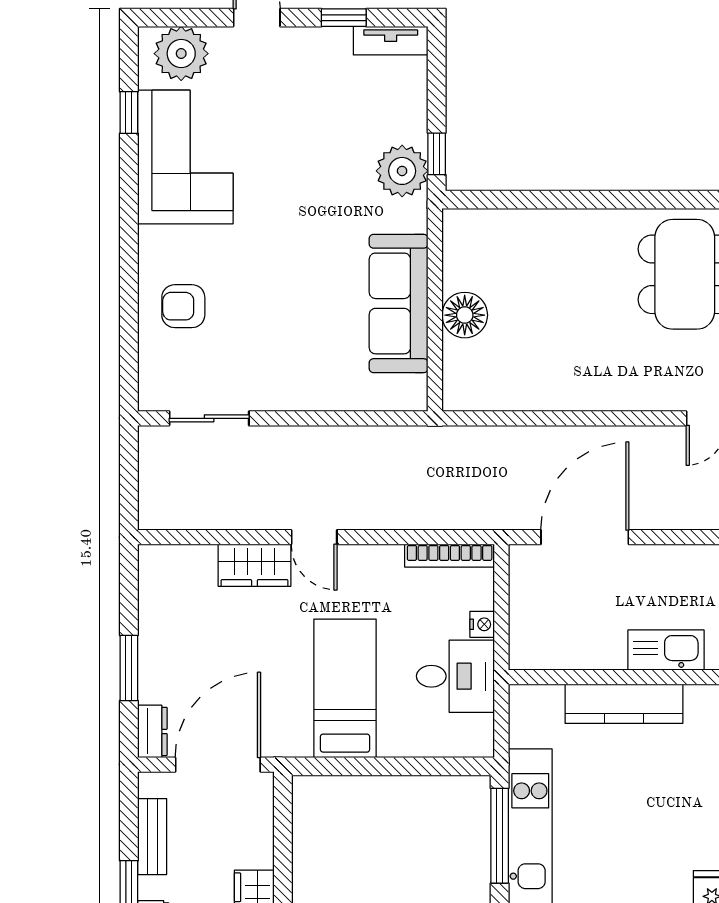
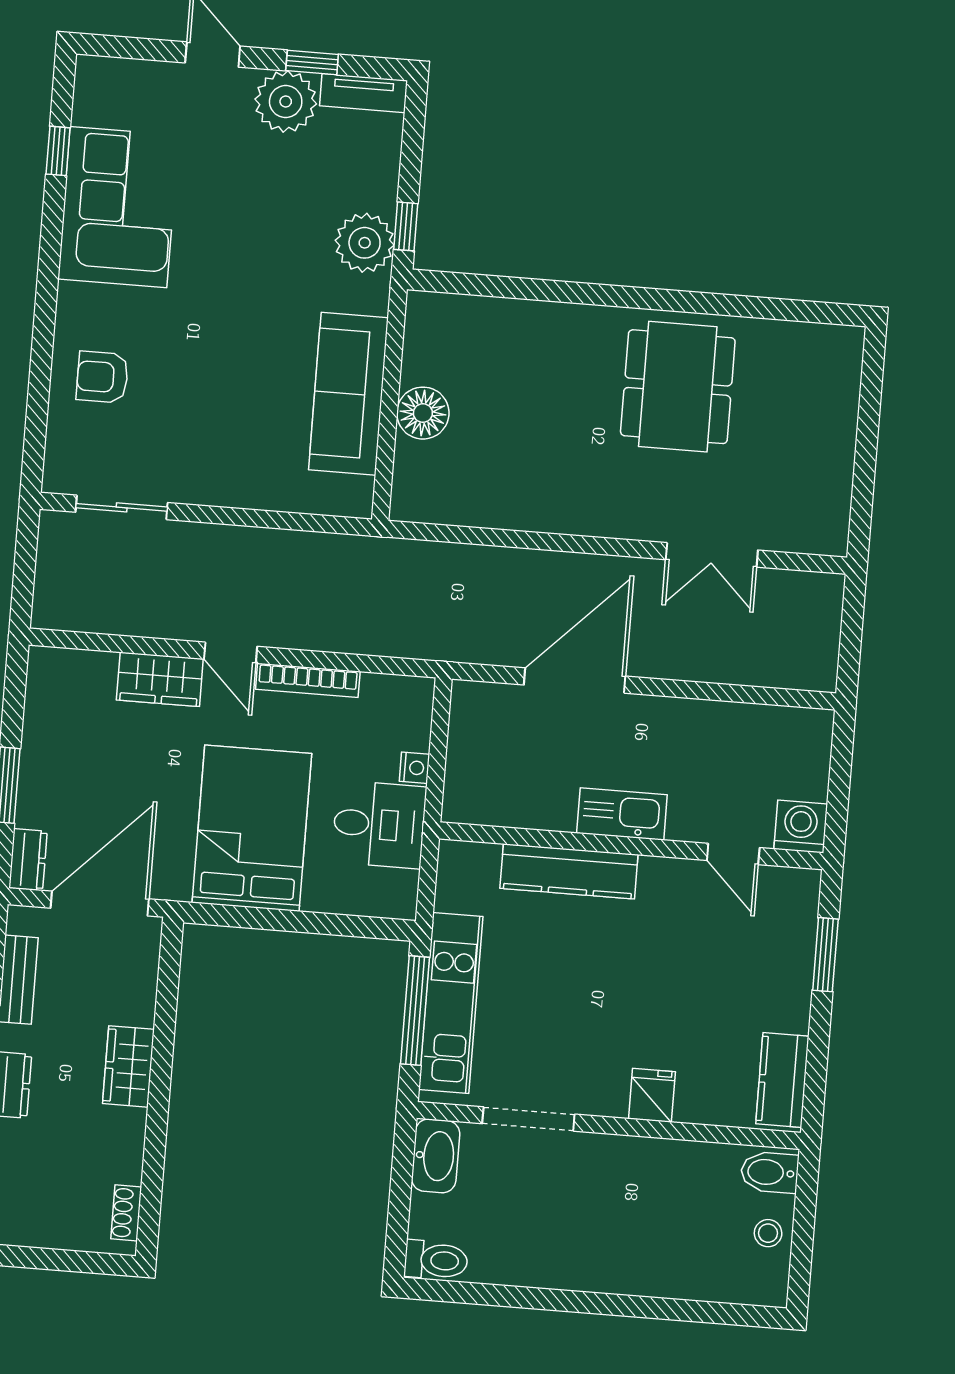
plant: (181, 54) -> (286, 102), moved
door: (585, 537) -> (575, 681), moved
bookcase: (450, 556) -> (308, 680), moved
bed: (345, 688) -> (252, 828), width x1.50

